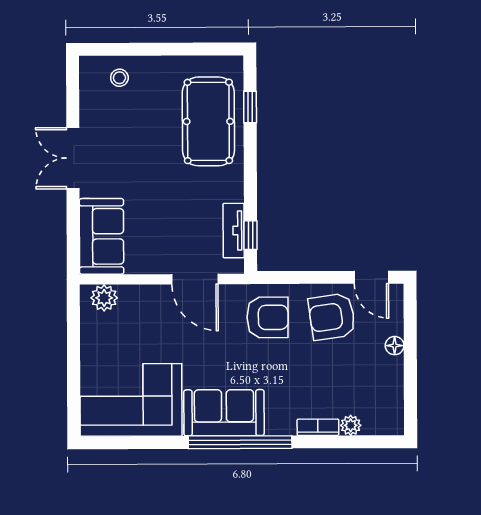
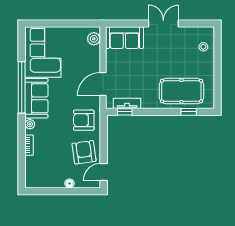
armchair: (267, 317) -> (84, 120), turned 90
plant: (351, 425) -> (30, 124), moved
window: (240, 442) -> (22, 87), moved

